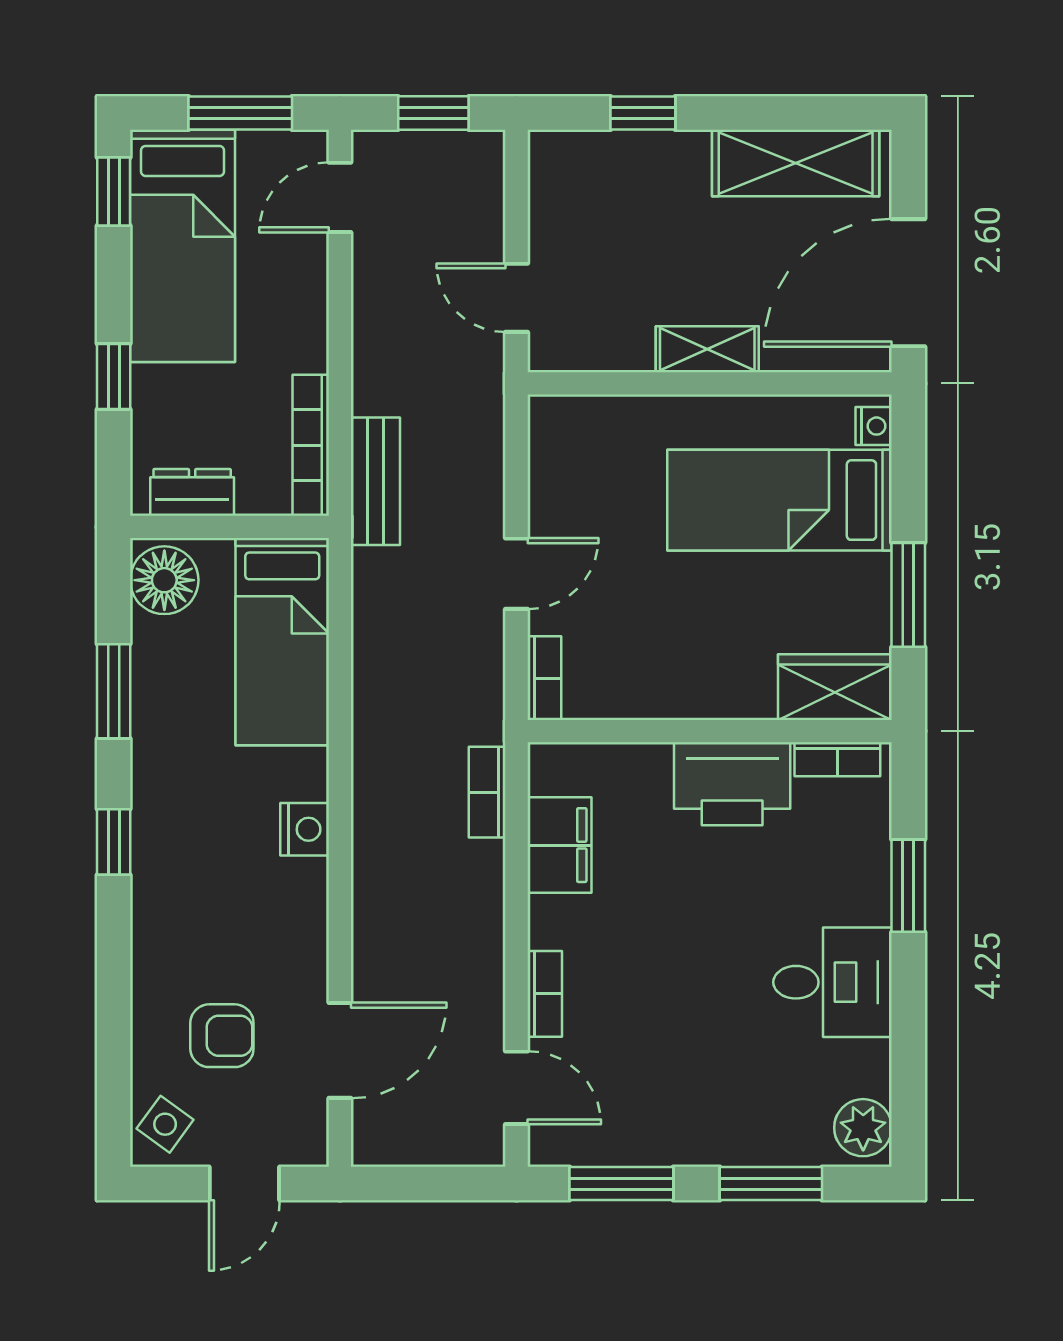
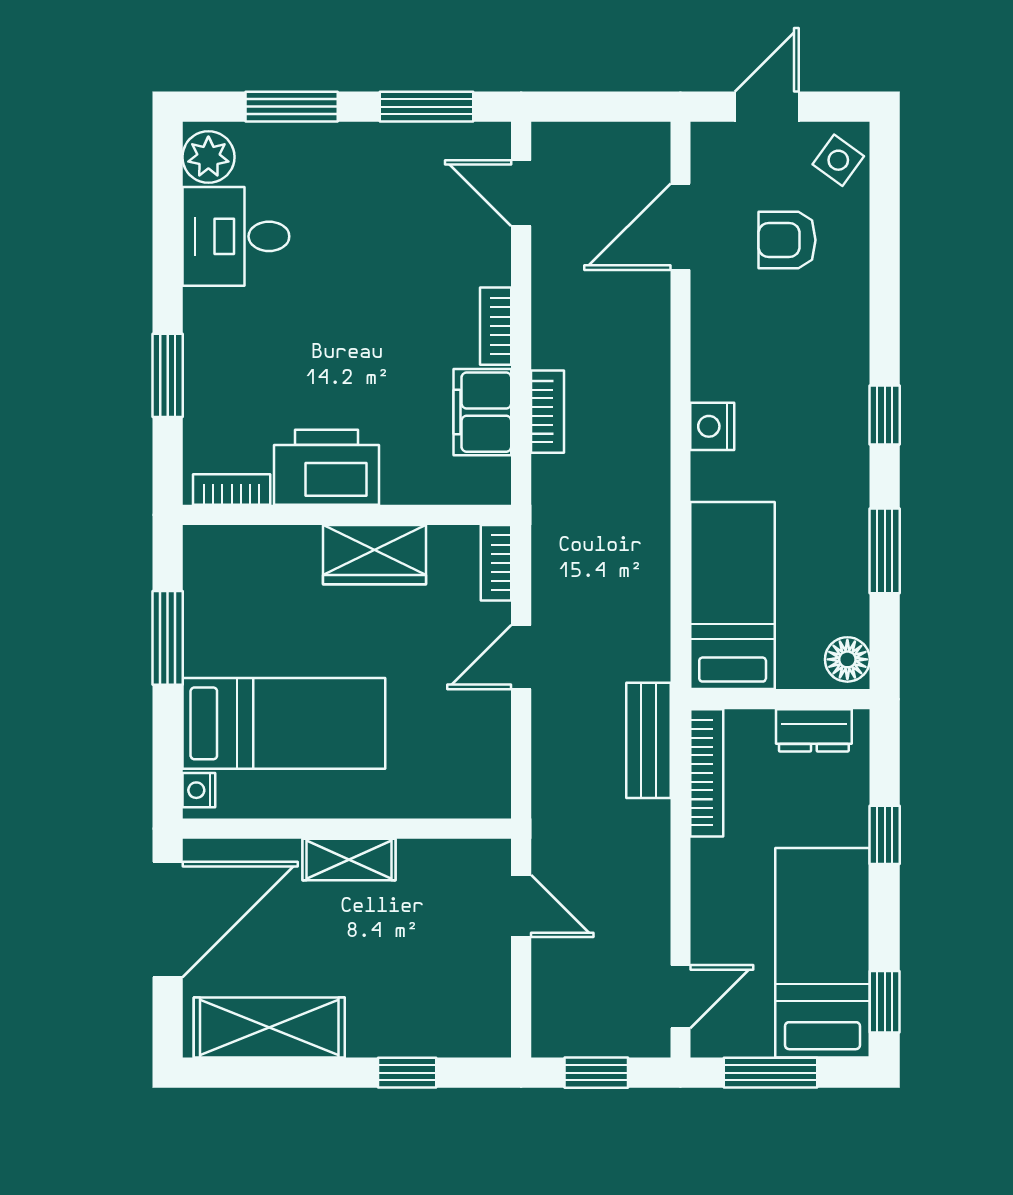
floor lamp: (164, 580) -> (847, 659), width x0.73, depth x0.73
wardrobe: (835, 687) -> (375, 555), moved
bookcase: (487, 792) -> (548, 412), moved
desk: (833, 982) -> (236, 236), moved
bookcase: (545, 994) -> (496, 326), moved

